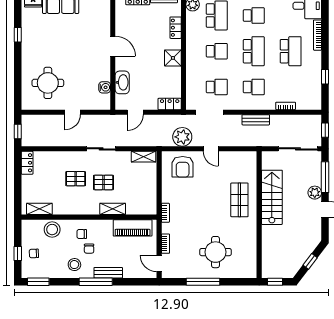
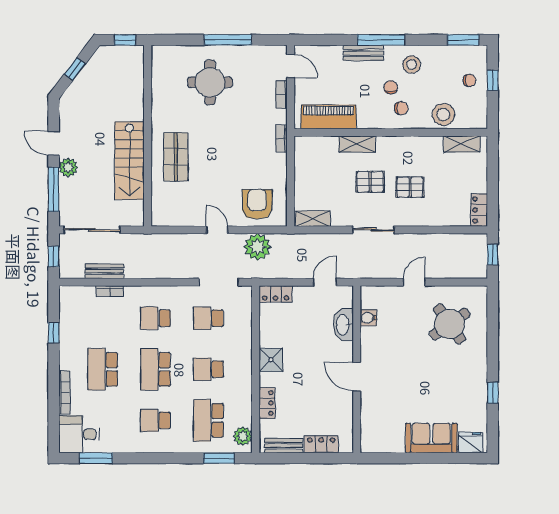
round table: (48, 83) -> (450, 324), turned -35
bench: (256, 120) -> (104, 271), moved

